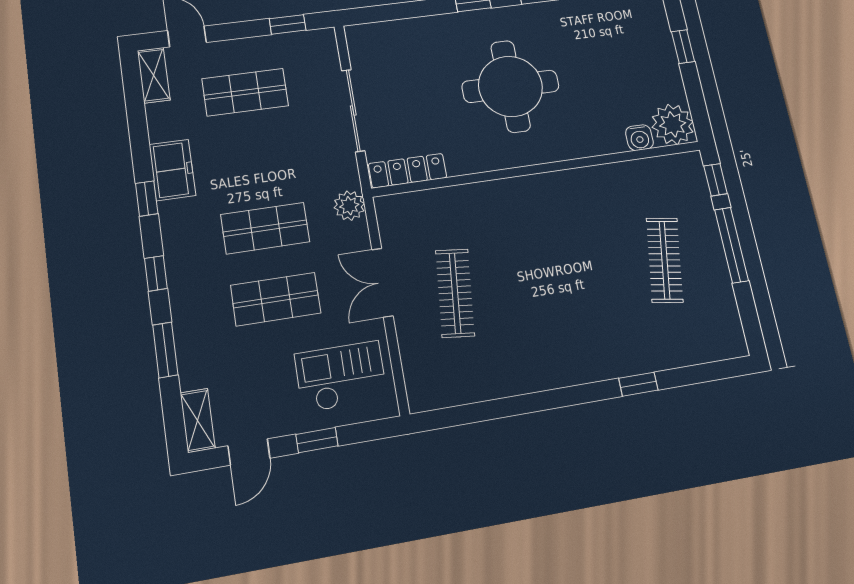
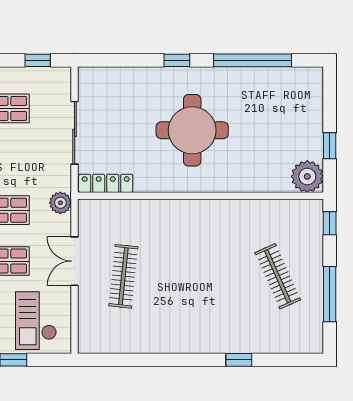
window: (683, 47) -> (330, 146), moved
water cooler: (639, 138) -> (280, 183), removed
window: (732, 245) -> (330, 294), moved
clothes rail: (665, 260) -> (278, 276), turned -33
checkout: (341, 376) -> (36, 321), turned -90

